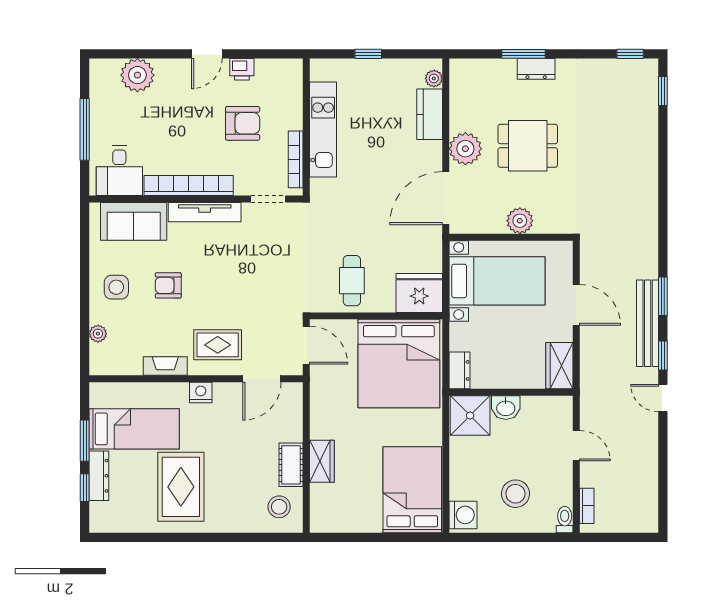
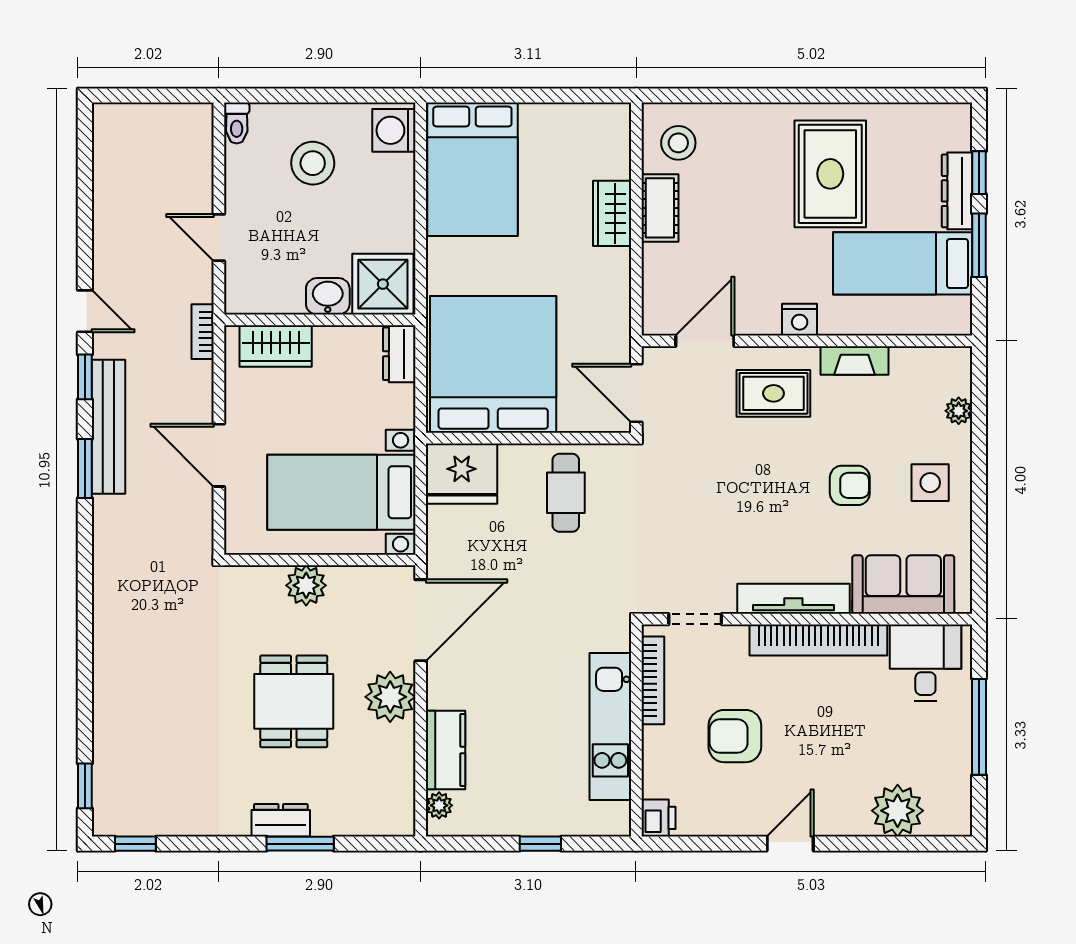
printer: (242, 69) -> (658, 818), moved, turned 90
dining table: (528, 146) -> (294, 701), turned 90
wardrobe: (559, 366) -> (276, 346), moved, turned 90
bookcase: (587, 506) -> (203, 332), moved

